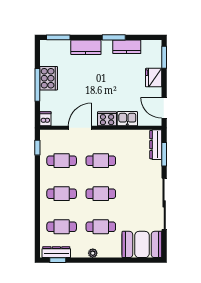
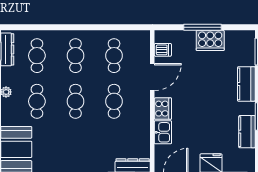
dishwasher: (45, 119) -> (163, 50), moved
door: (80, 128) -> (152, 77), hinge flipped
window: (37, 148) -> (129, 27), removed

